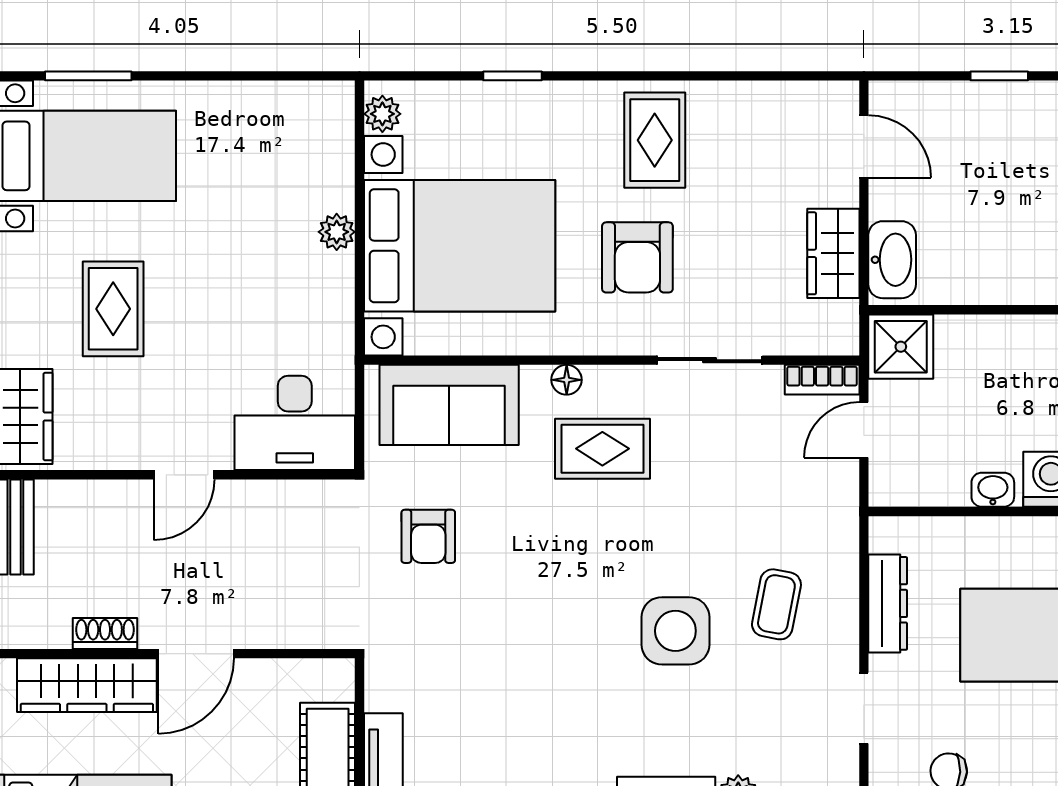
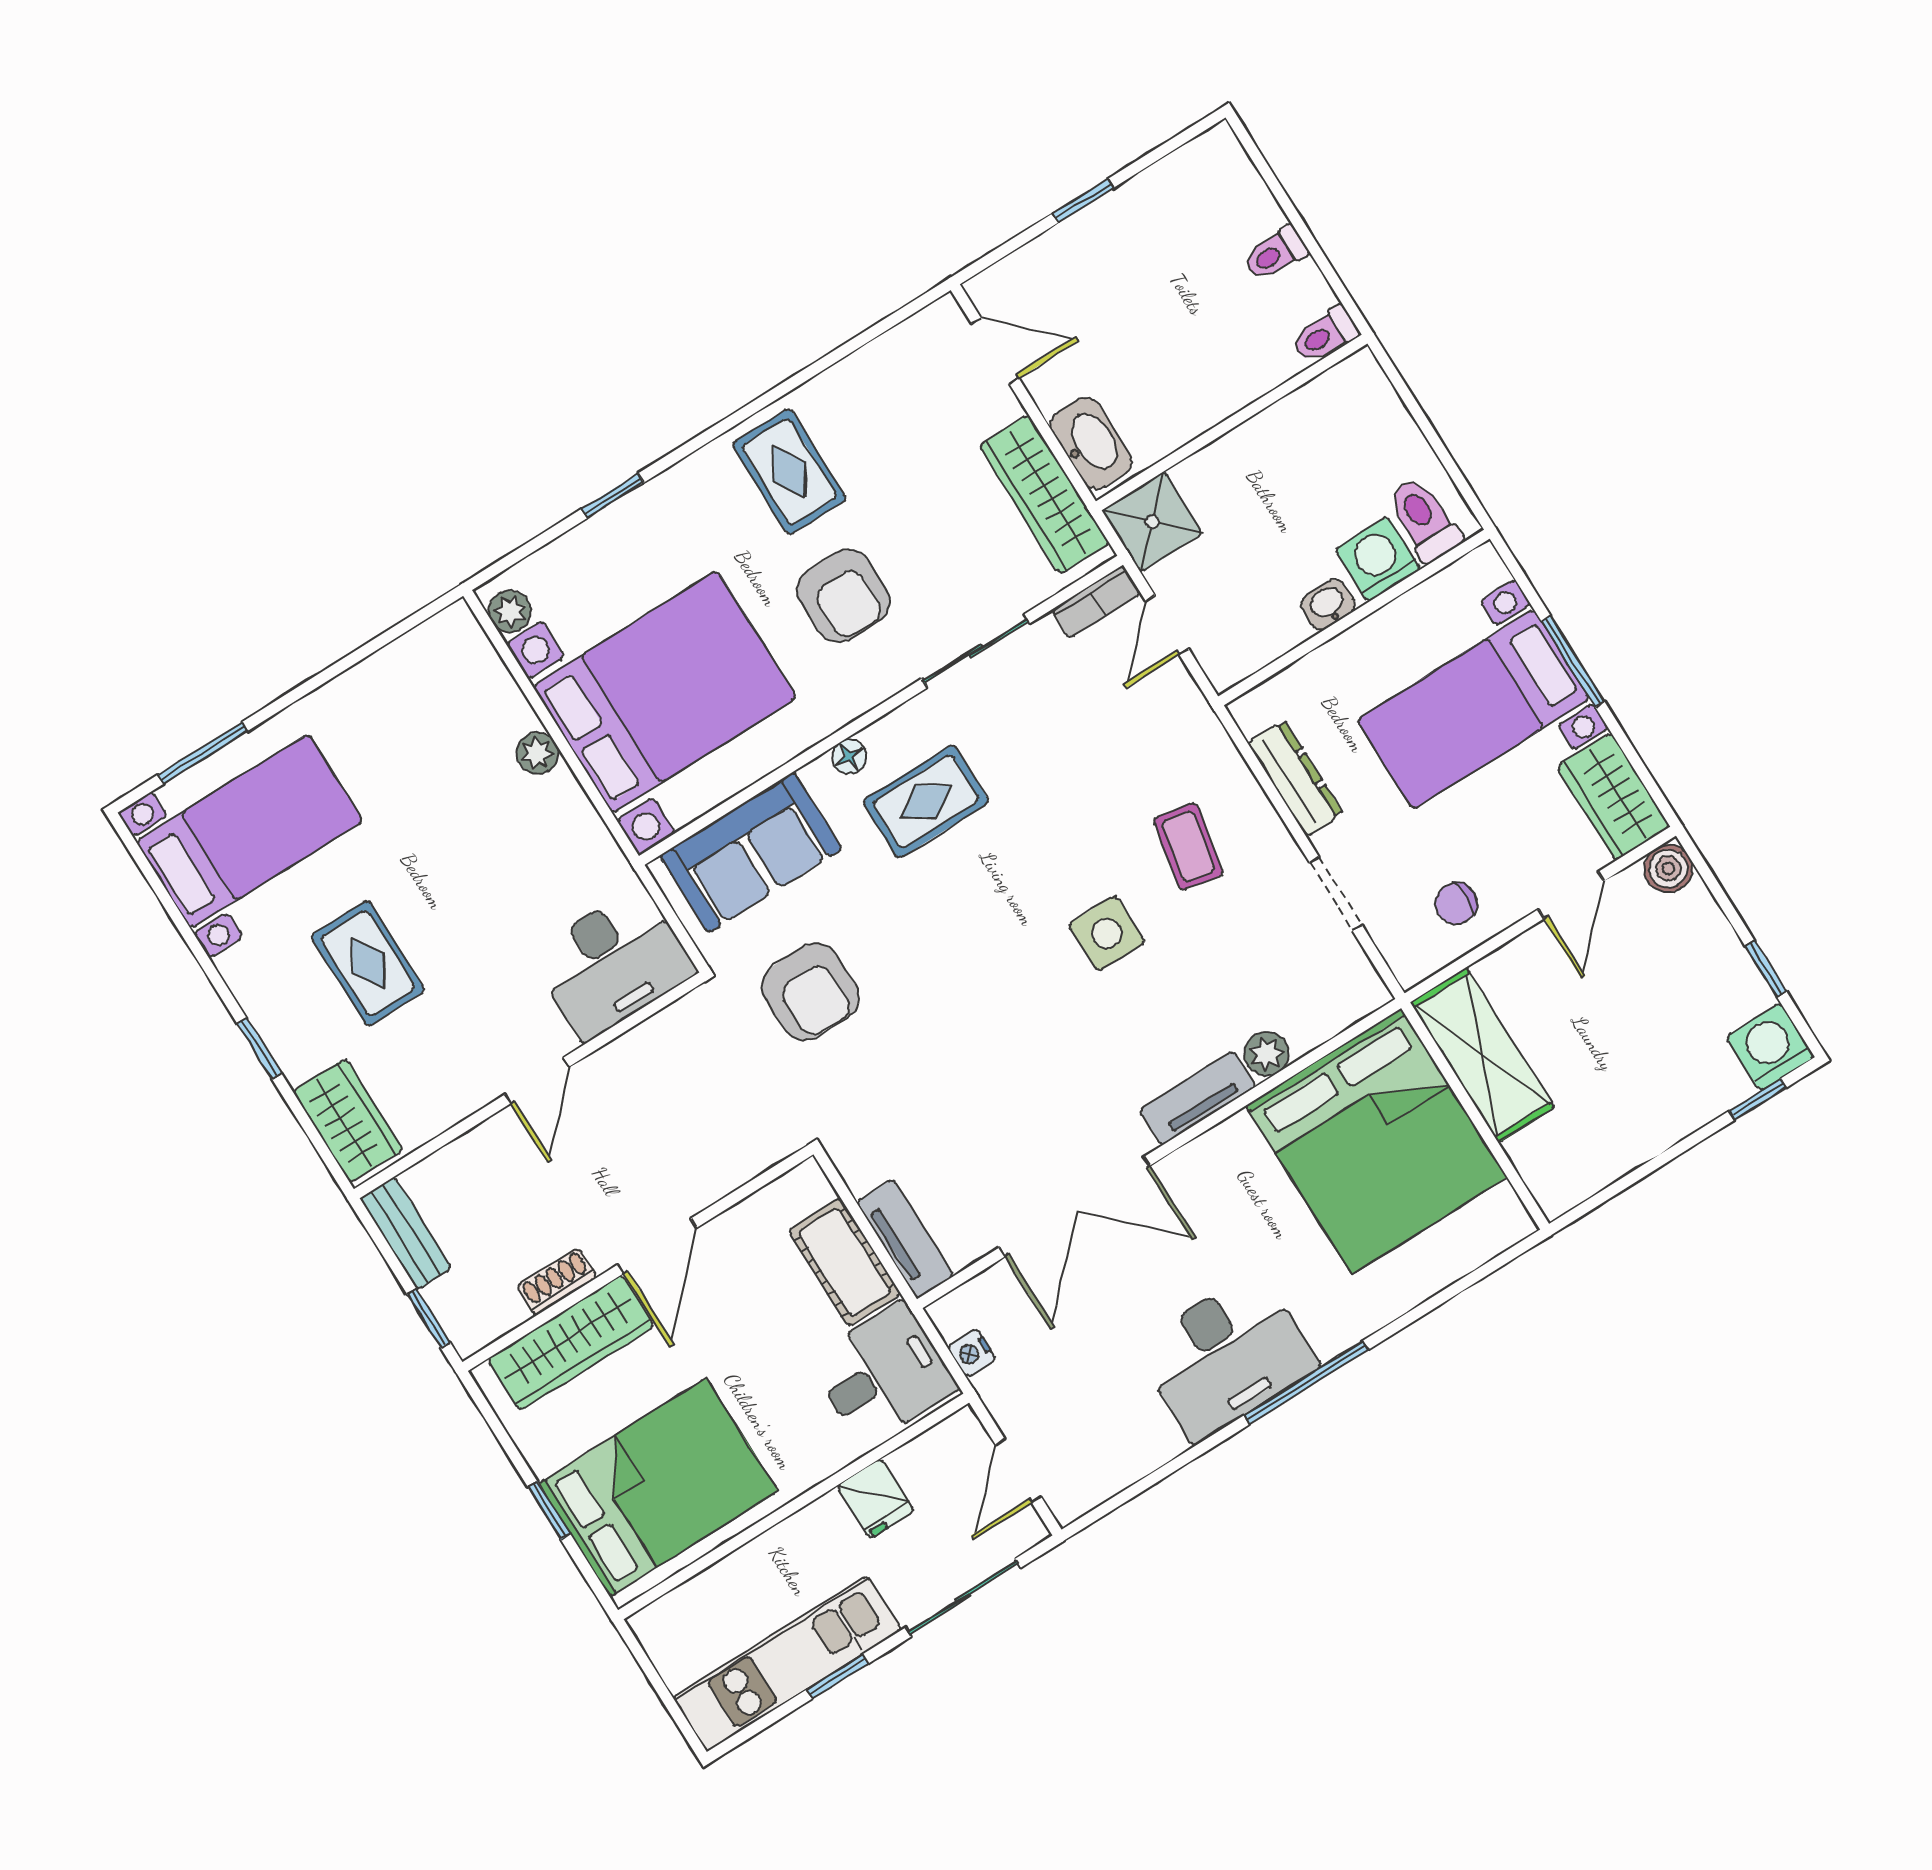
wardrobe: (833, 253) -> (1044, 494), width x1.50
armchair: (428, 536) -> (811, 992), width x1.38, depth x1.38
side table: (675, 631) -> (1107, 933), width x0.73, depth x0.73

